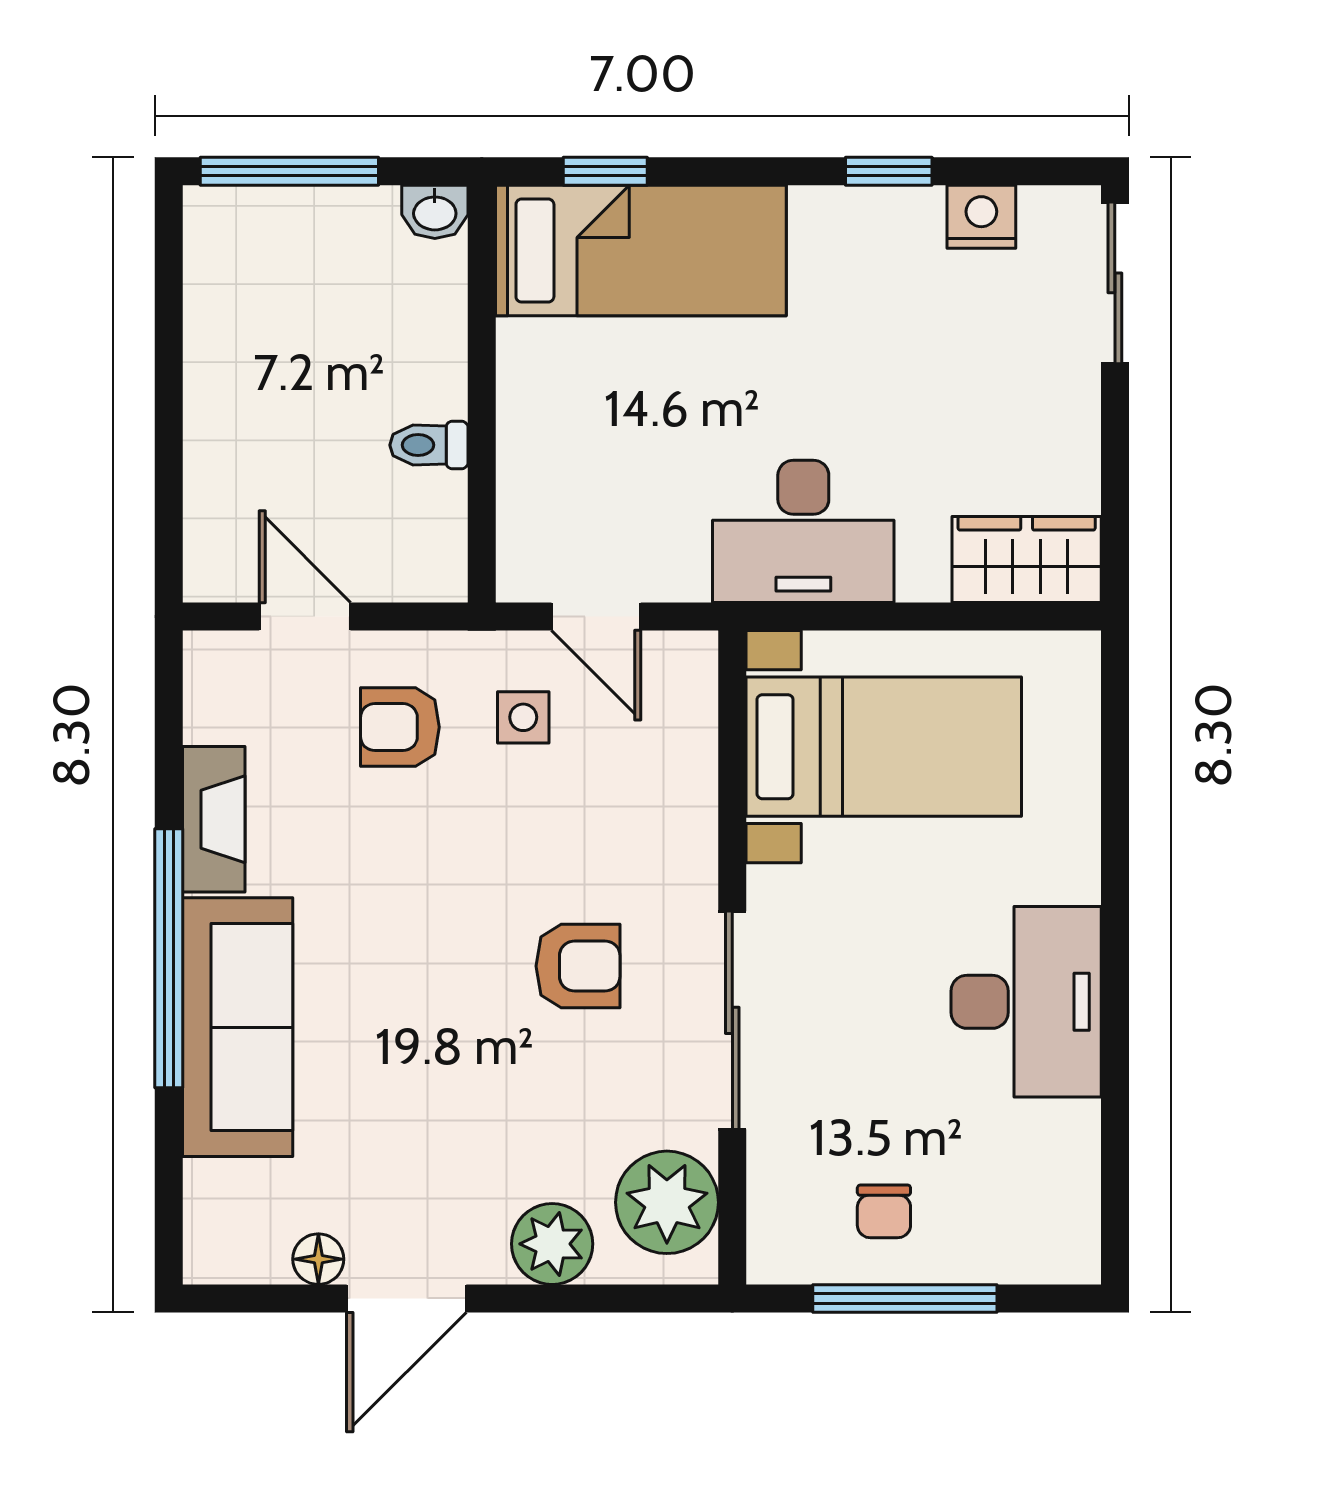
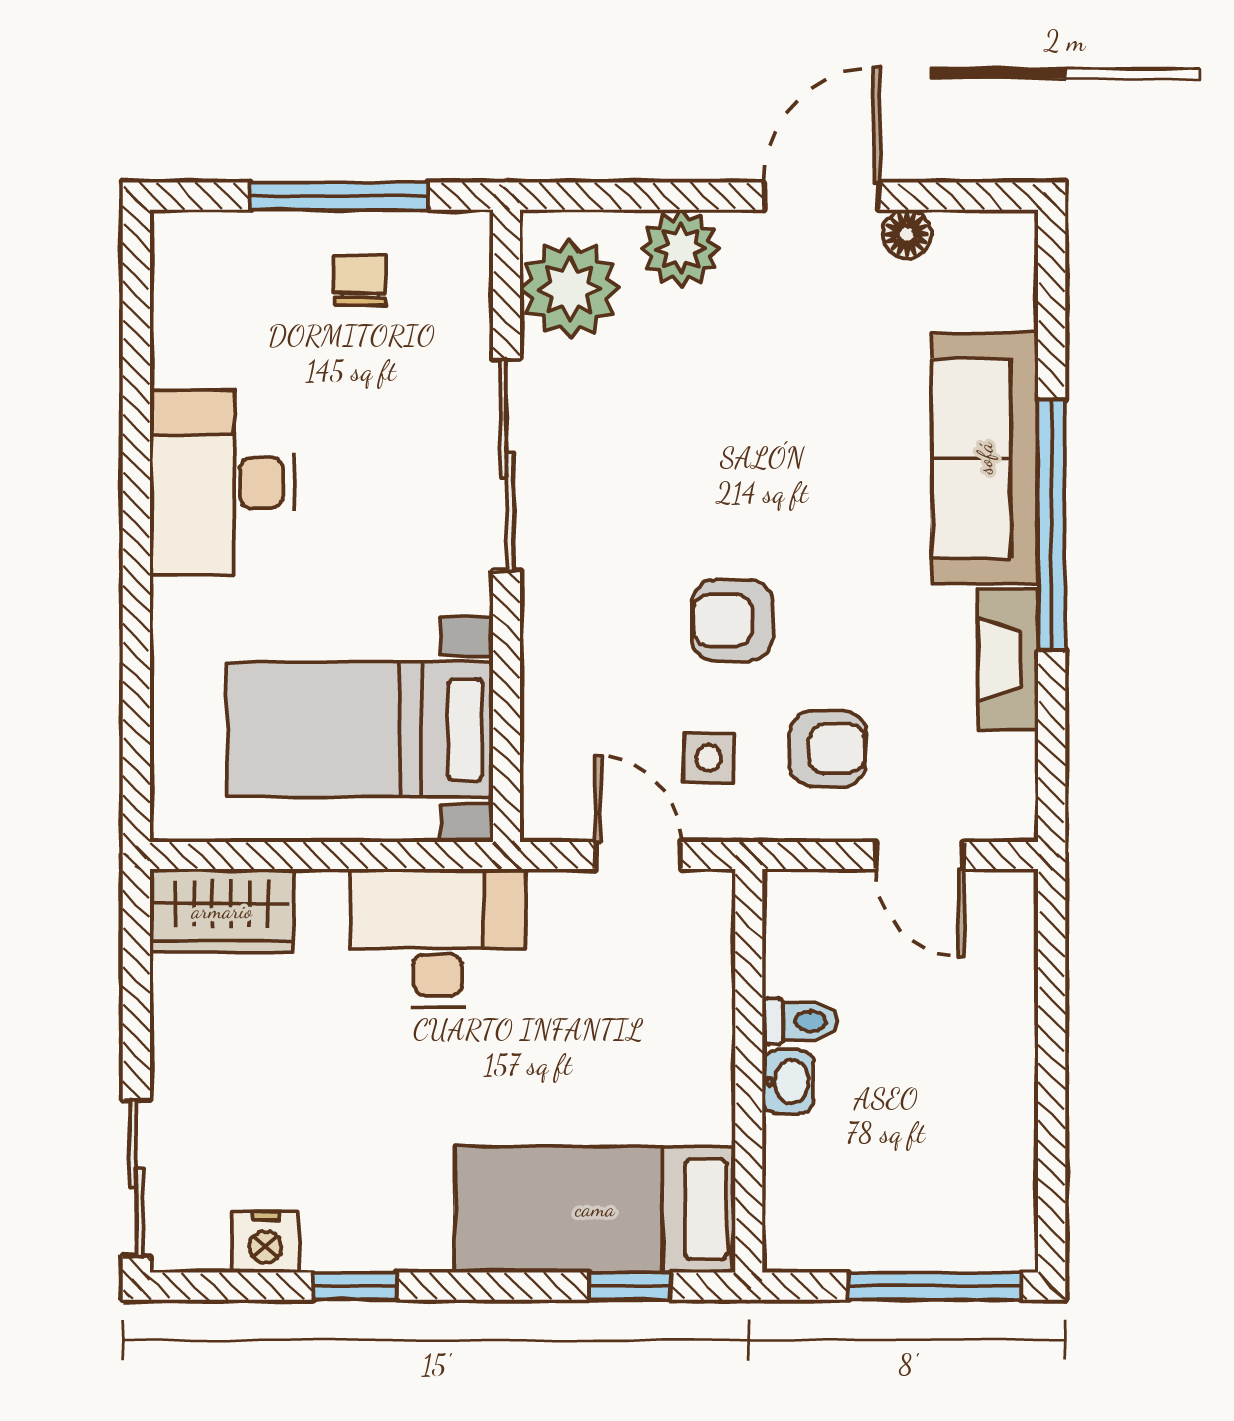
washbasin: (435, 212) -> (788, 1082), moved, turned 90
armchair: (578, 966) -> (732, 620), moved

